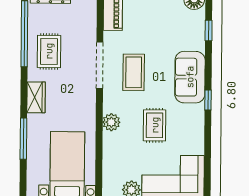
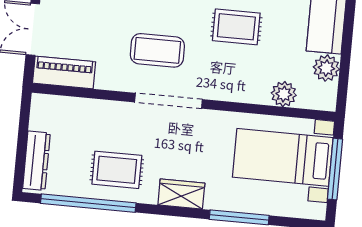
doorway: (100, 65) -> (168, 101), moved
plant: (111, 122) -> (284, 94), moved

